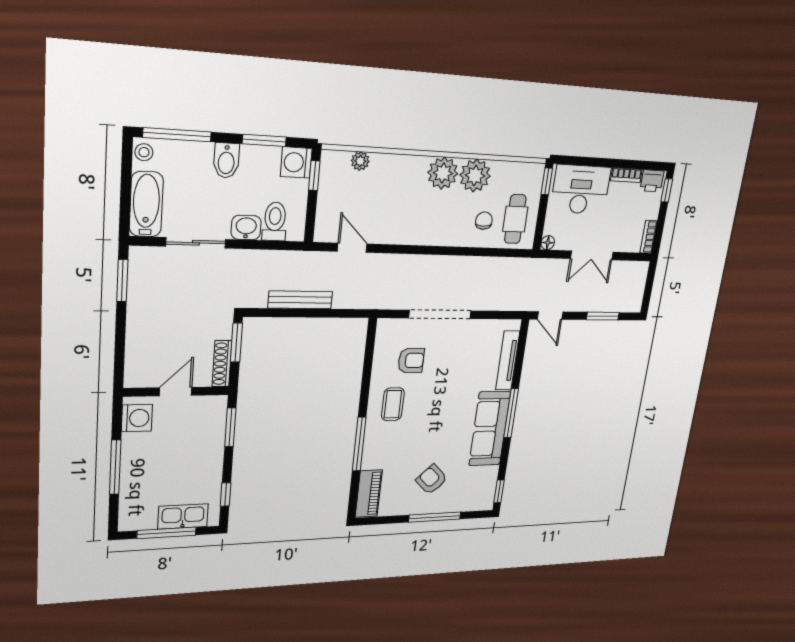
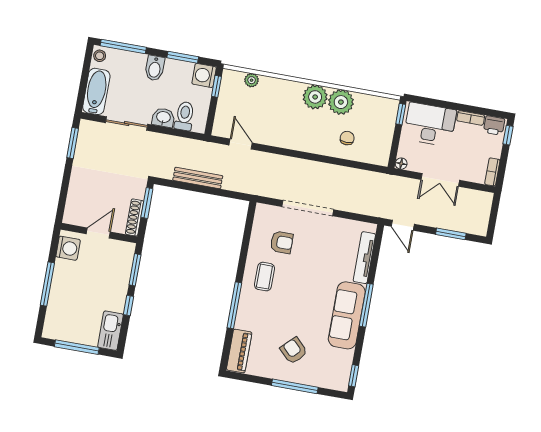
cafe table: (515, 219) -> (373, 140), removed
window: (226, 494) -> (128, 305), moved
kitchen sink: (183, 516) -> (110, 331), moved, turned -90

